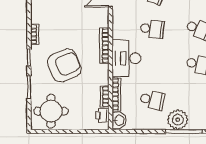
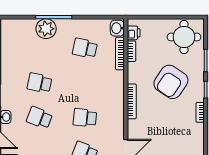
desk: (126, 58) -> (110, 89), removed
armchair: (64, 65) -> (171, 82), turned -33
plant: (178, 120) -> (46, 29), moved

